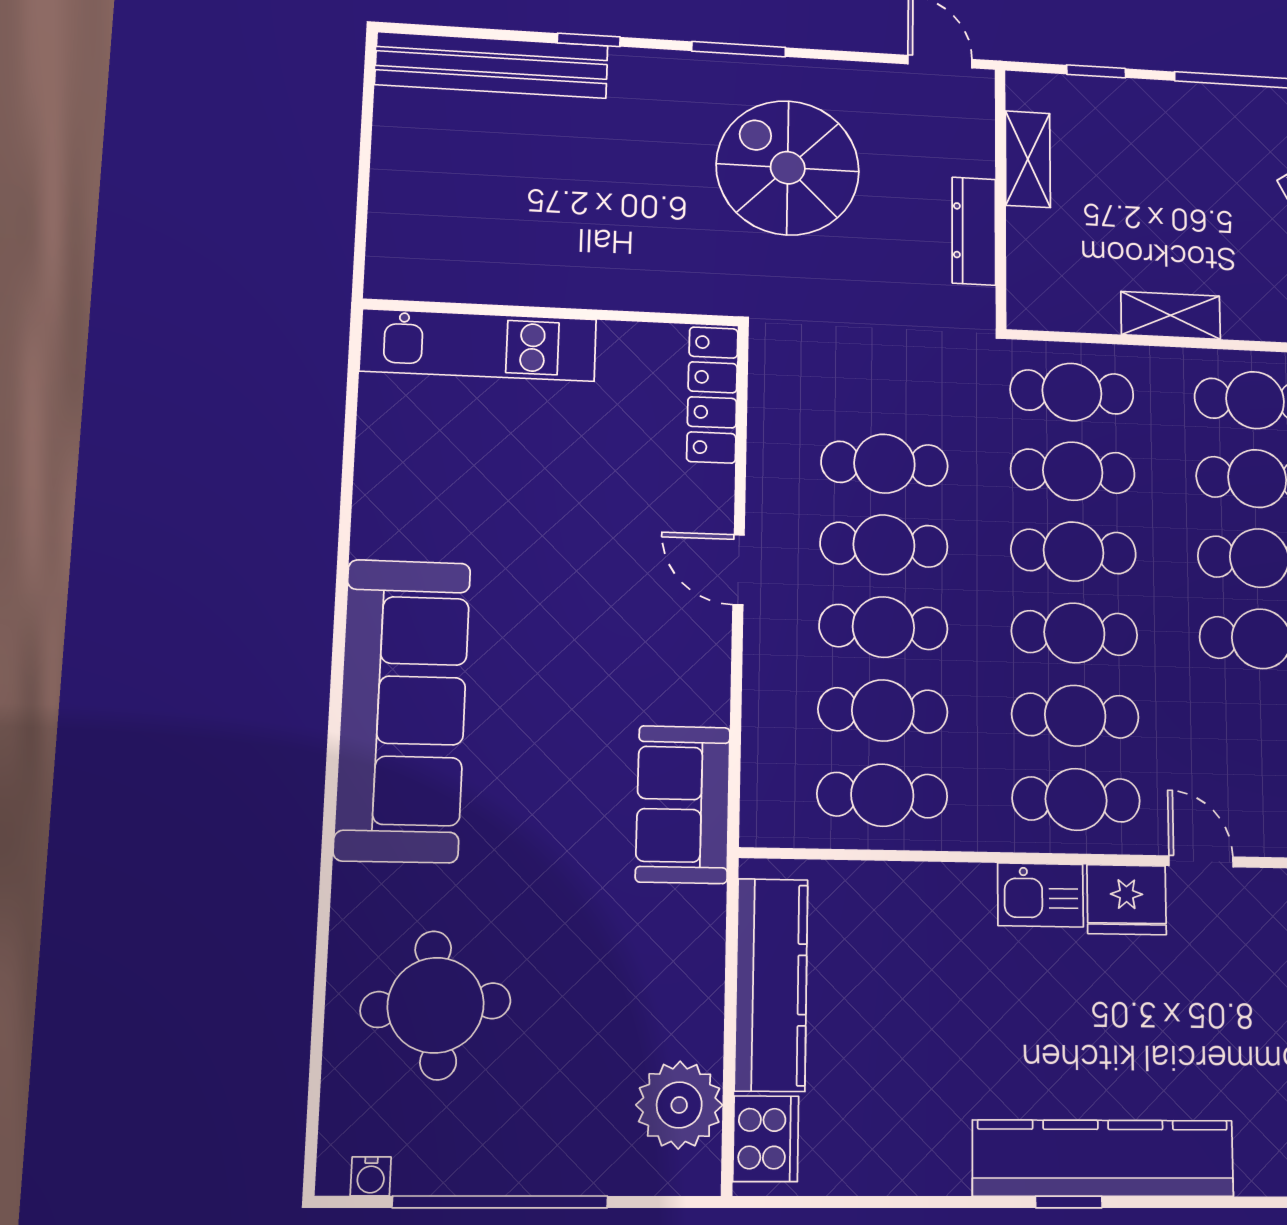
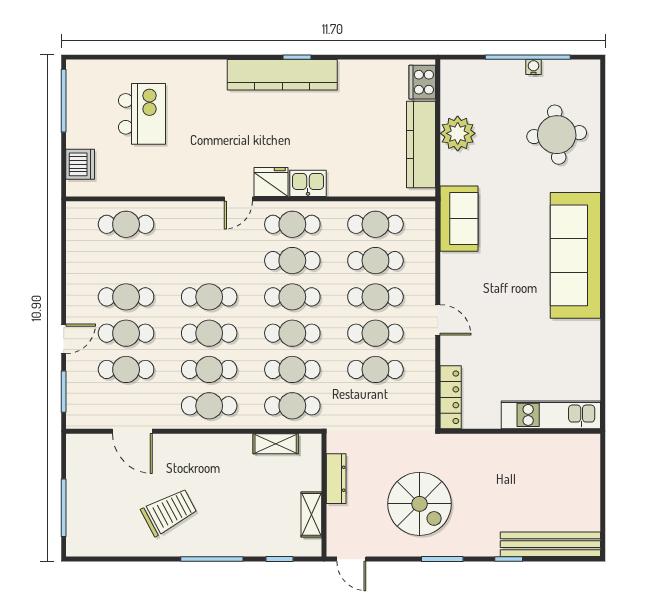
shelving: (1171, 315) -> (276, 444), moved
door: (1201, 861) -> (238, 199), hinge flipped
plant: (679, 1105) -> (458, 133), moved
water cooler: (371, 1176) -> (534, 67), moved

